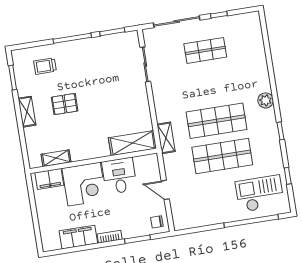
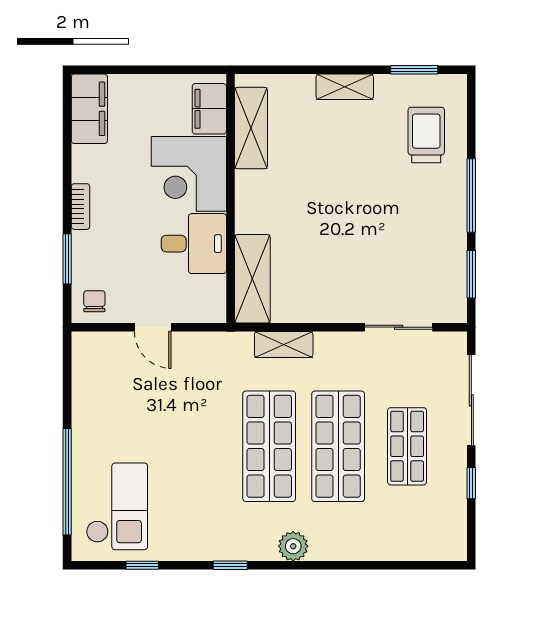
trolley: (45, 66) -> (426, 135), width x1.36, depth x1.39
pallet: (65, 104) -> (348, 161), removed
shelving: (166, 138) -> (284, 344), moved
shop shelf: (222, 156) -> (338, 446), moved
shelving: (56, 158) -> (251, 128), width x1.50, depth x1.33
door: (165, 190) -> (153, 327), swing flipped
filing cabinet: (78, 237) -> (89, 109), moved

